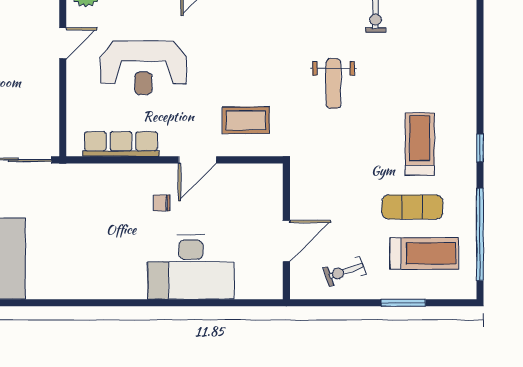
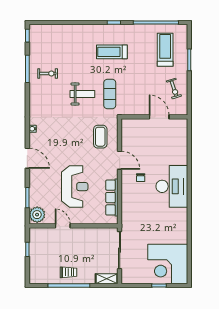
exercise mat: (412, 207) -> (110, 94), moved
desk: (191, 267) -> (172, 186), moved

